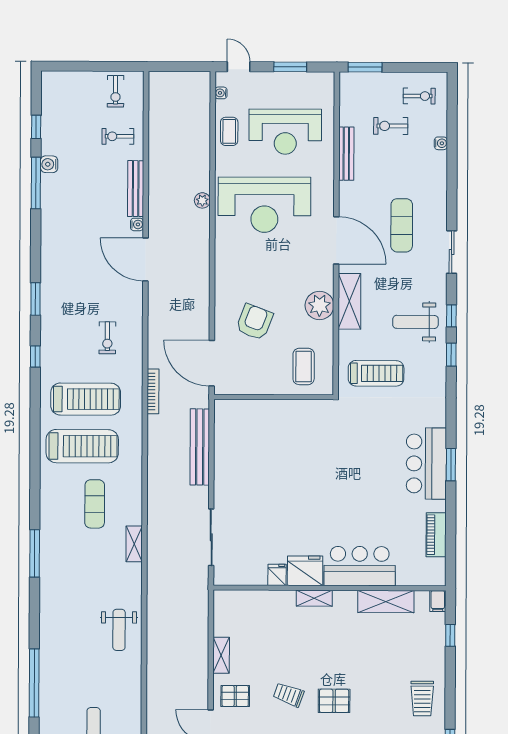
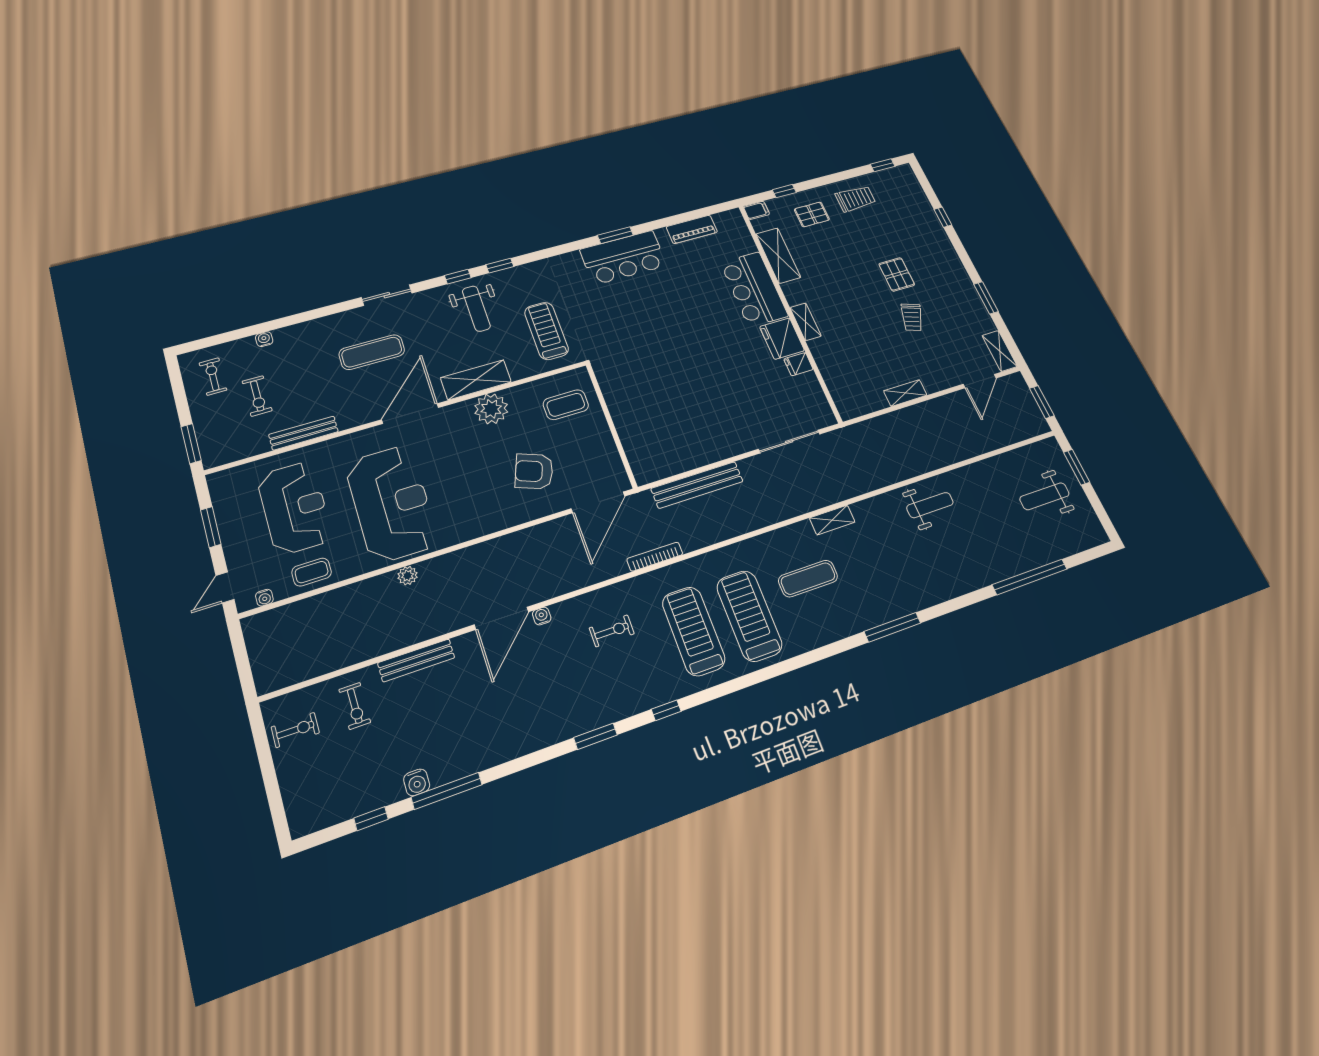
water cooler: (137, 224) -> (542, 616), moved
pallet: (235, 696) -> (812, 214), moved, turned 90

